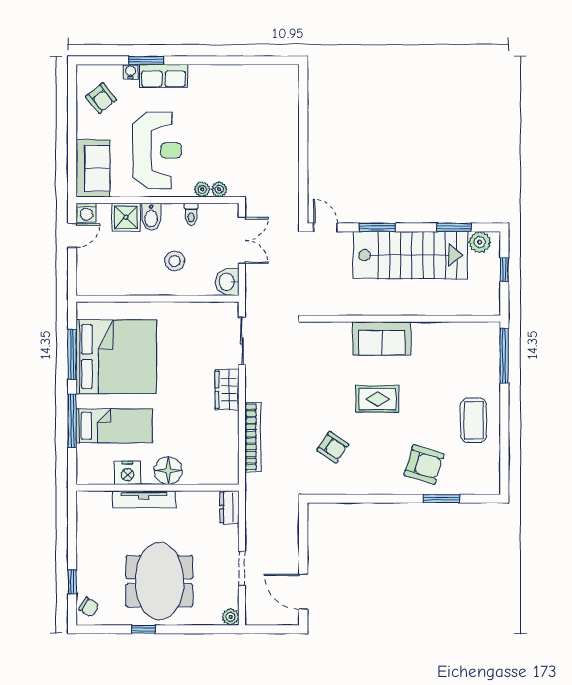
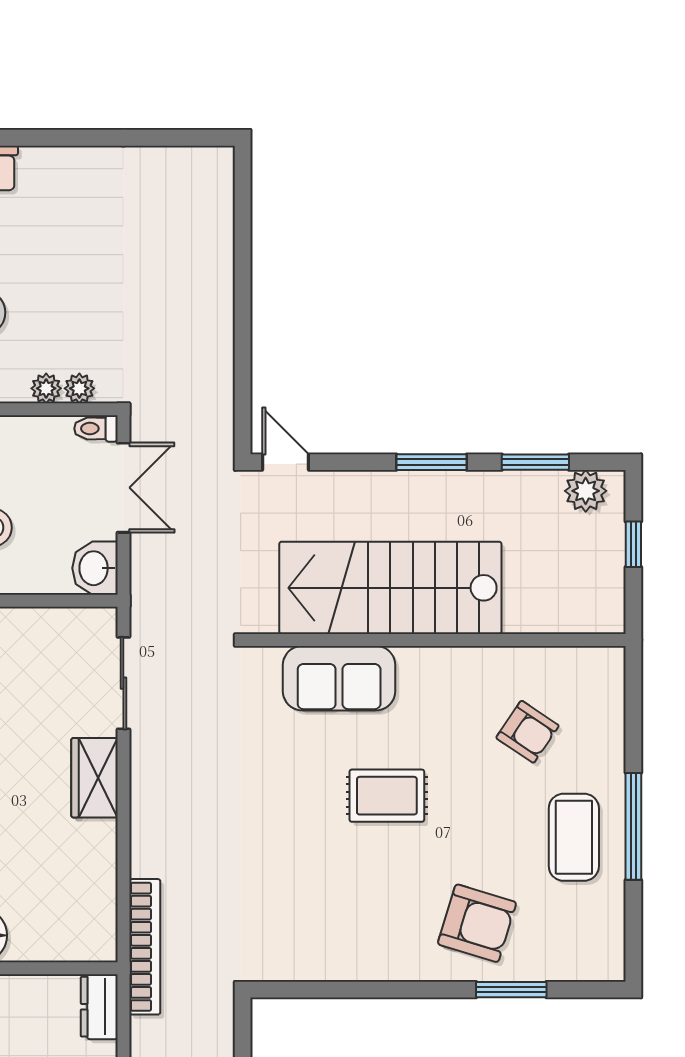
toilet: (191, 214) -> (96, 429), moved, turned 90
window: (377, 227) -> (432, 462), moved
stairs: (410, 255) -> (390, 588), moved, turned 180
sofa: (382, 338) -> (339, 678), moved
window: (504, 356) -> (633, 826), moved
bookcase: (253, 437) -> (145, 947), moved
armchair: (333, 447) -> (527, 732), moved

